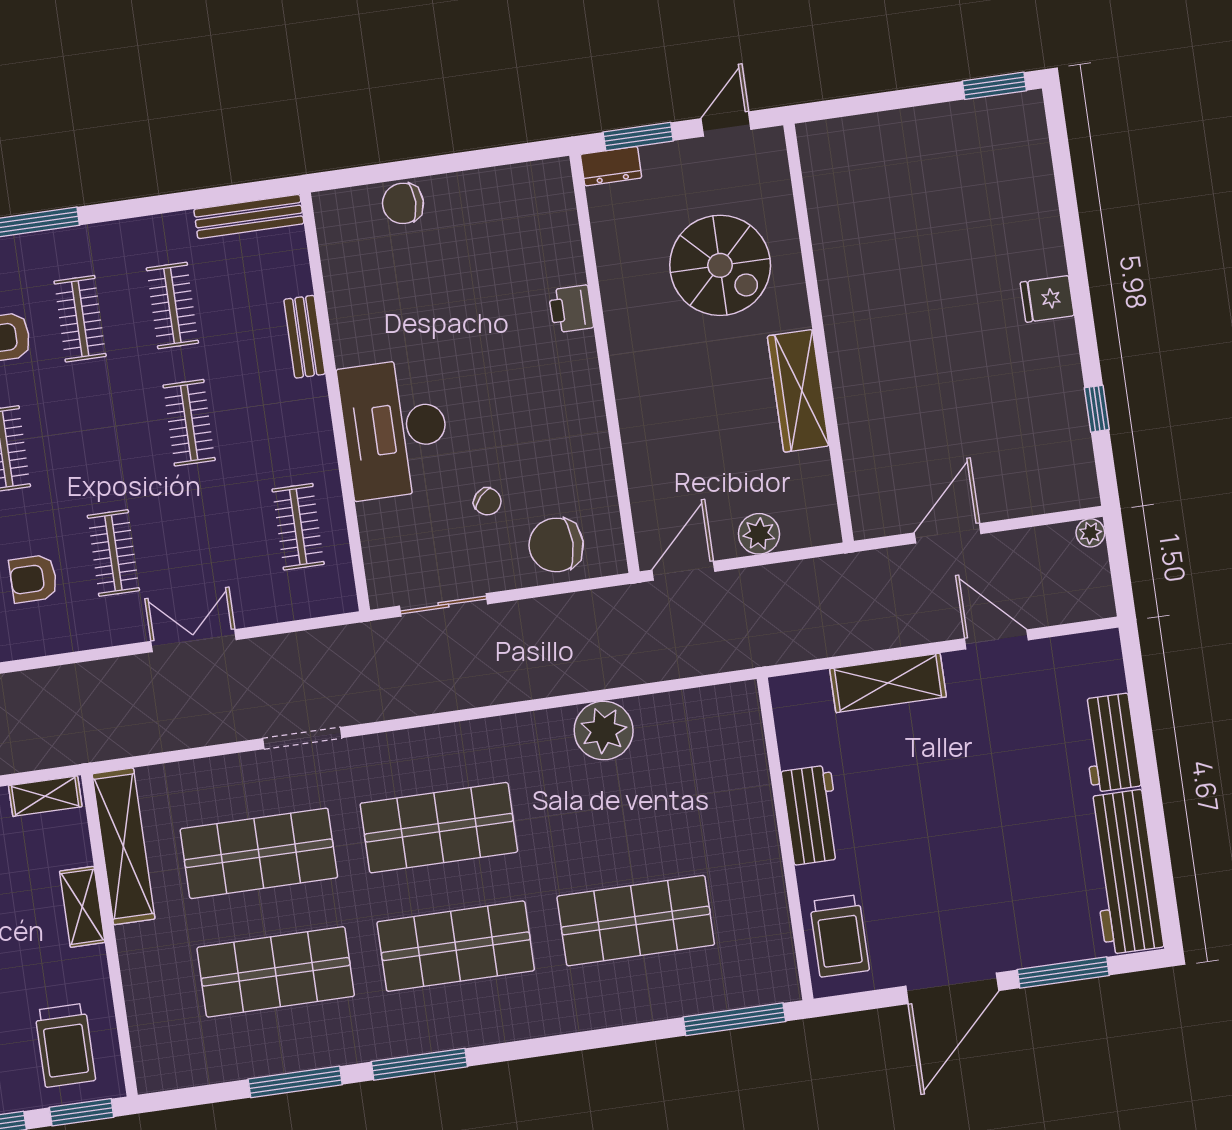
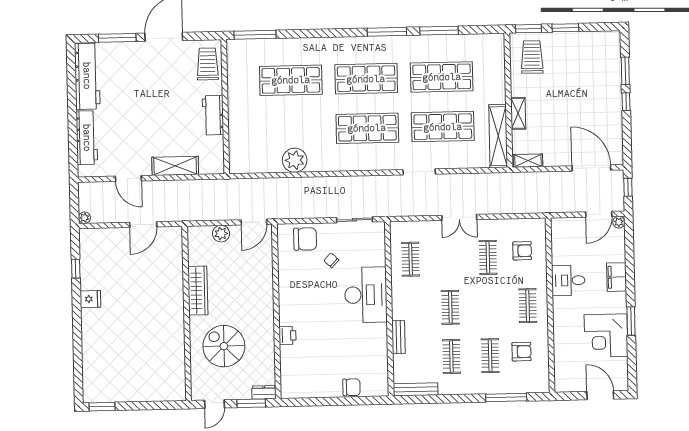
fridge: (1047, 299) -> (90, 299), moved
workbench: (1110, 743) -> (87, 138), width x1.38

